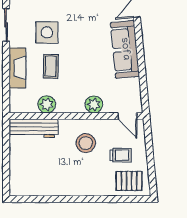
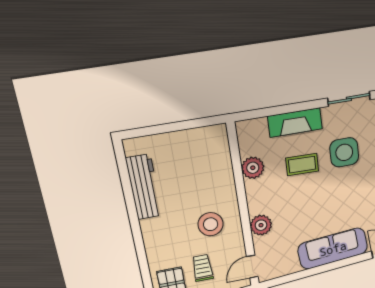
workbench: (34, 128) -> (144, 187), moved, turned 180
trolley: (121, 155) -> (202, 268), turned 180

